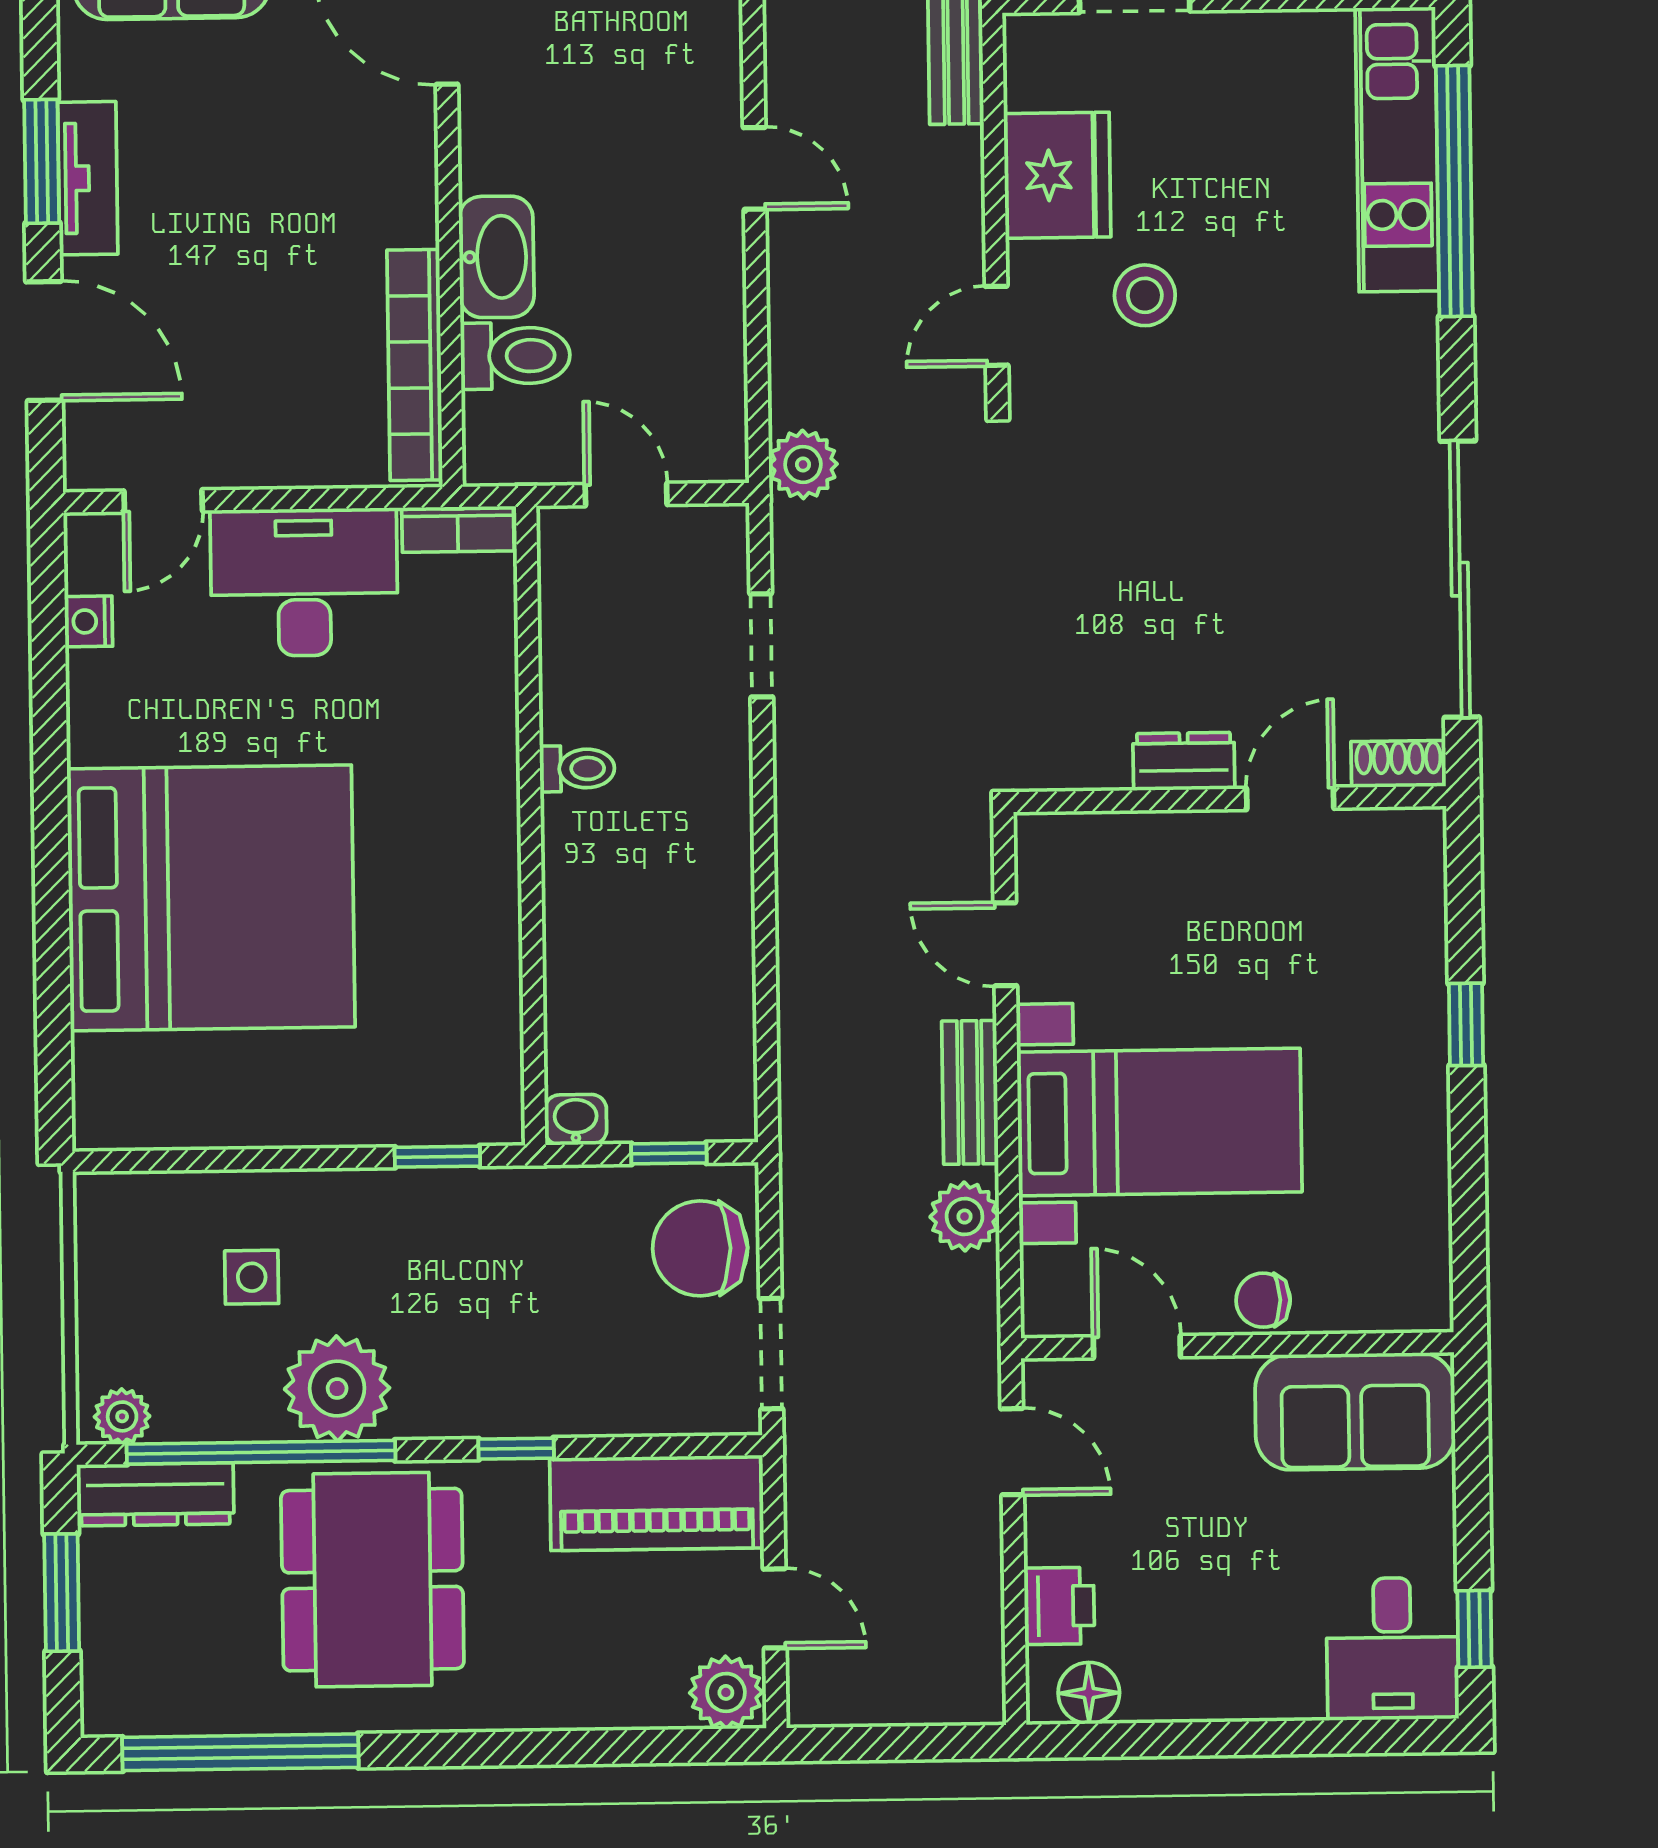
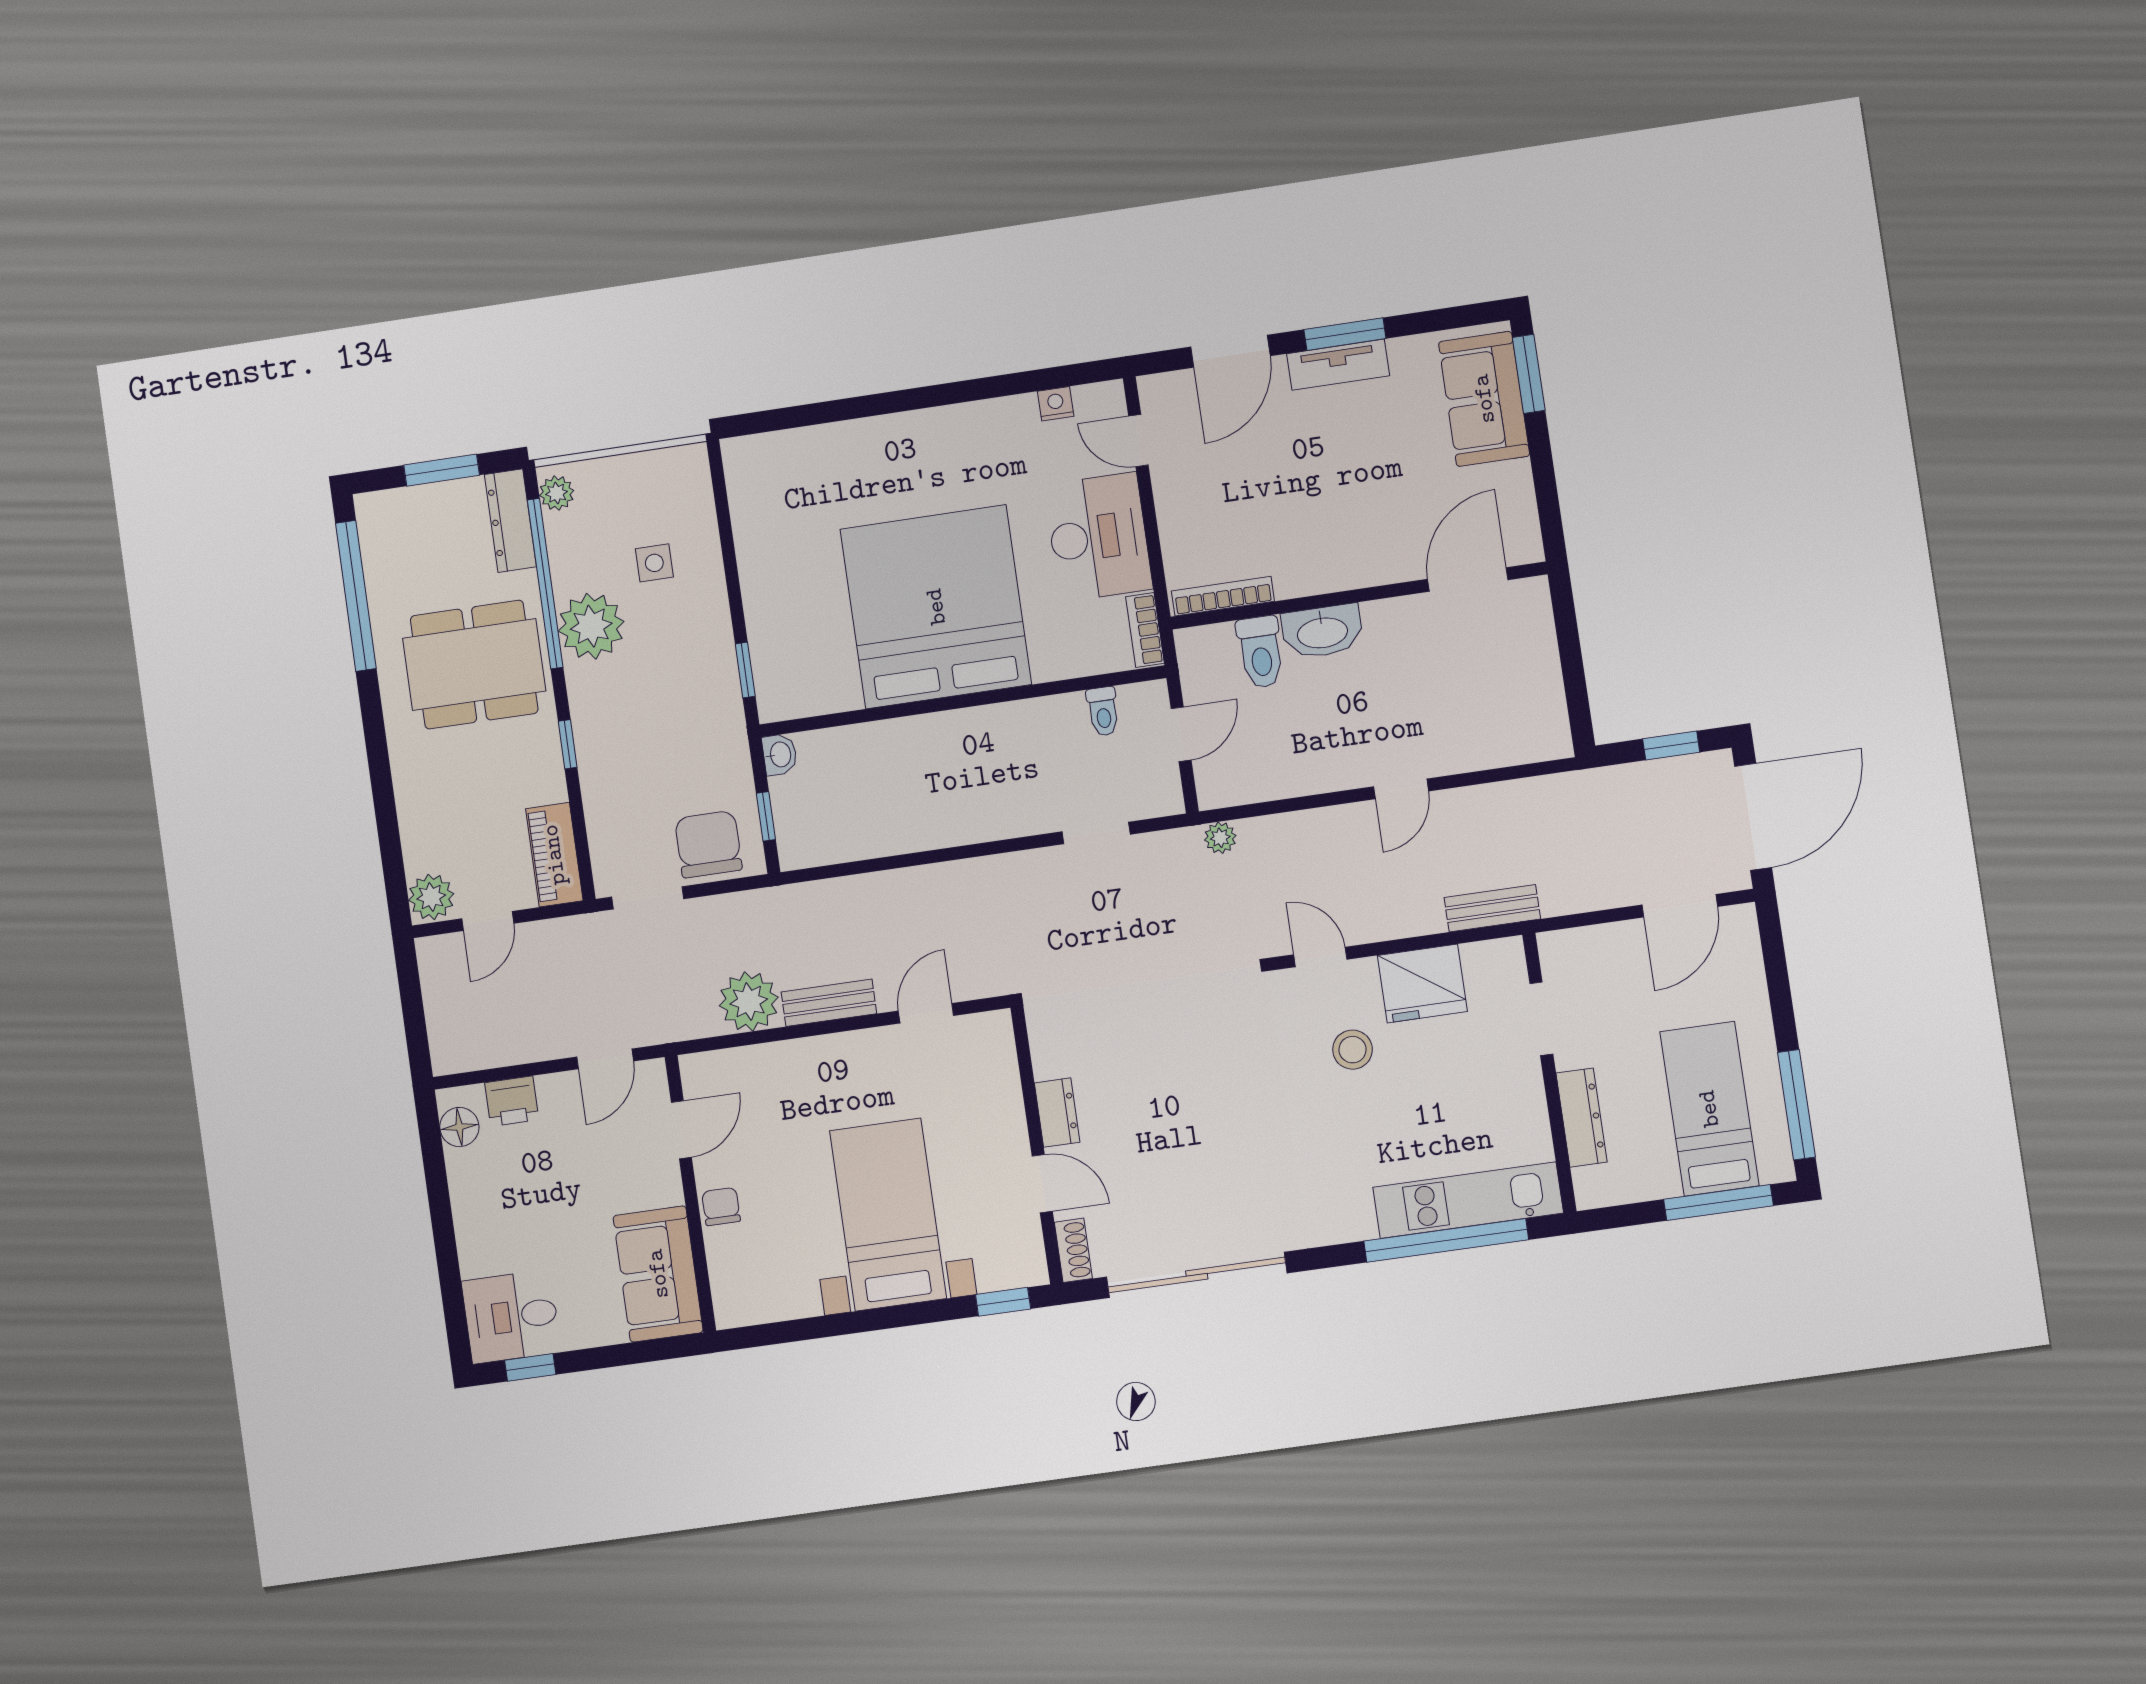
bookcase: (415, 365) -> (1223, 596), width x0.68, depth x0.76
plant: (803, 464) -> (1220, 838), width x0.73, depth x0.73
toilet: (577, 769) -> (1103, 711), moved
bed: (211, 898) -> (936, 607), moved, turned 180
window: (1466, 1024) -> (1003, 1302), moved
bed with nightstands: (1159, 1122) -> (888, 1215), moved, turned 180
plant: (965, 1217) -> (749, 1002), width x1.36, depth x1.36
piano: (657, 1503) -> (554, 855), width x0.73, depth x0.75

